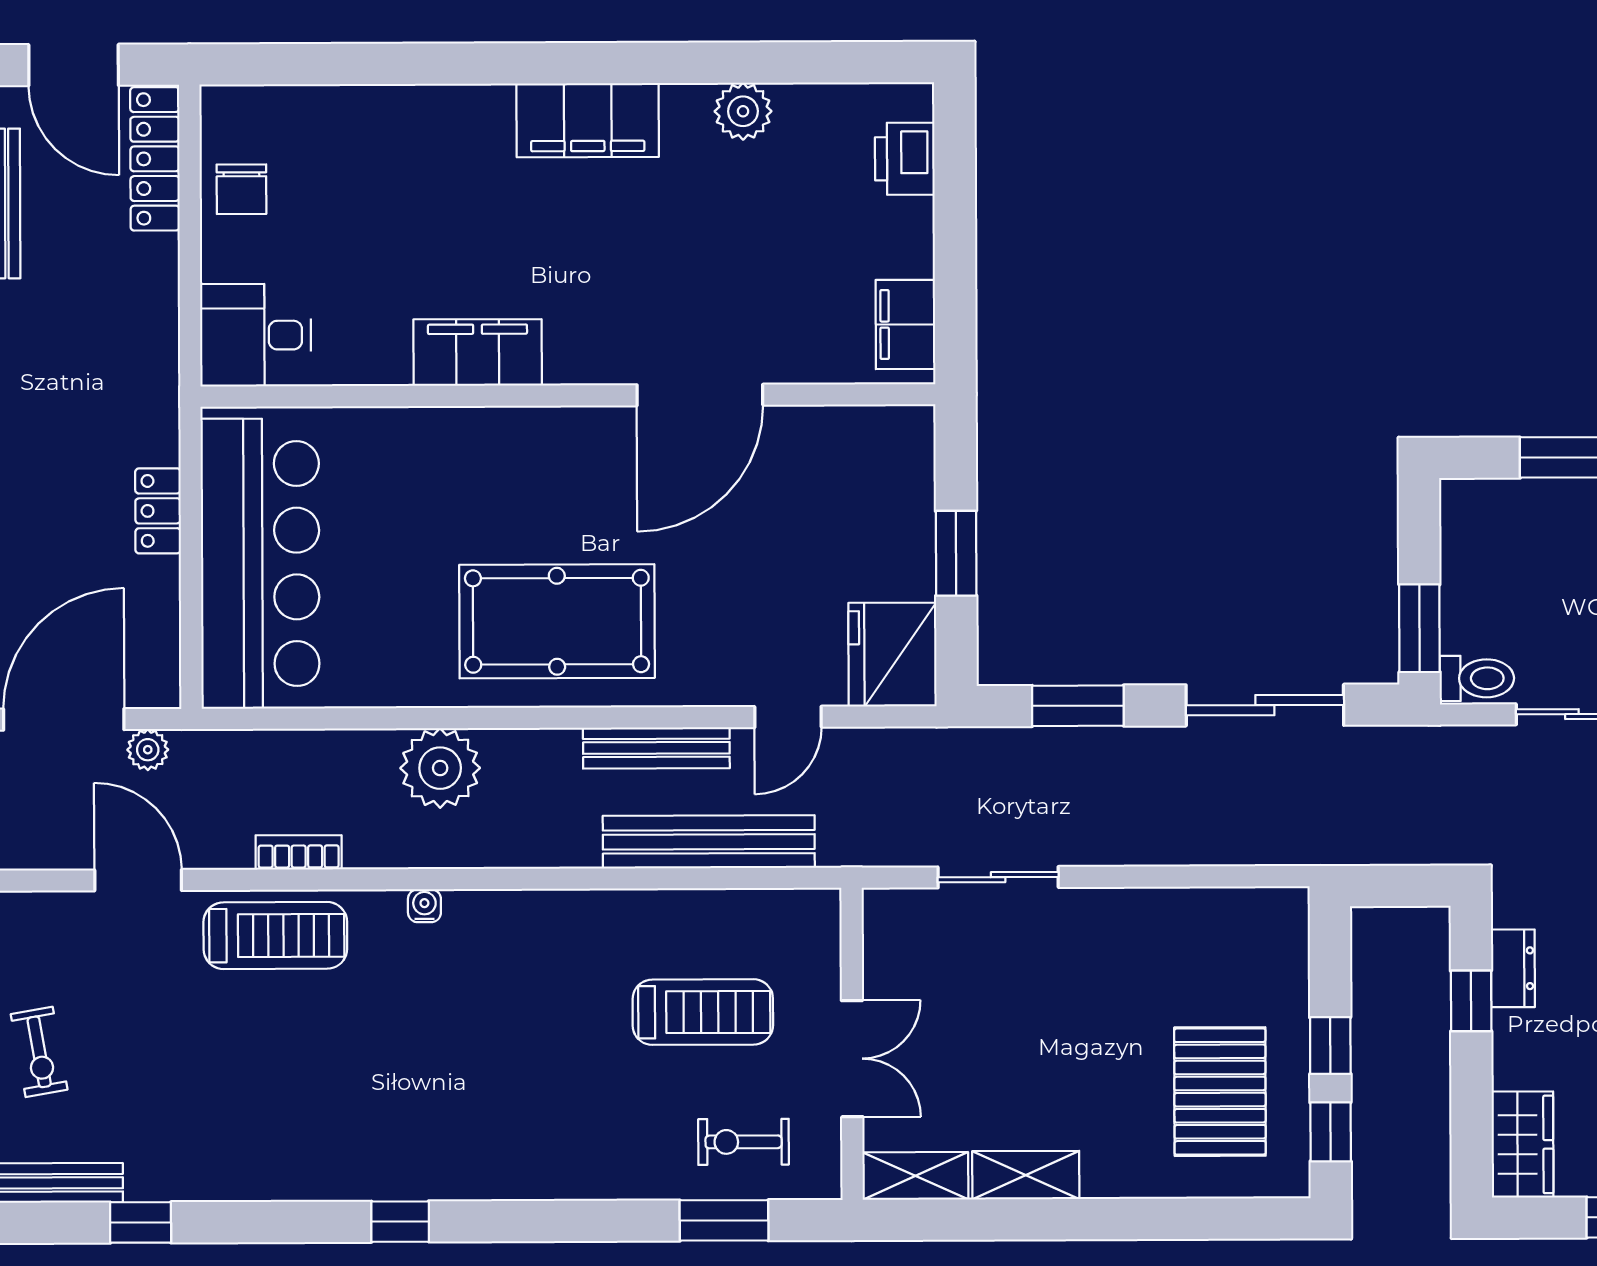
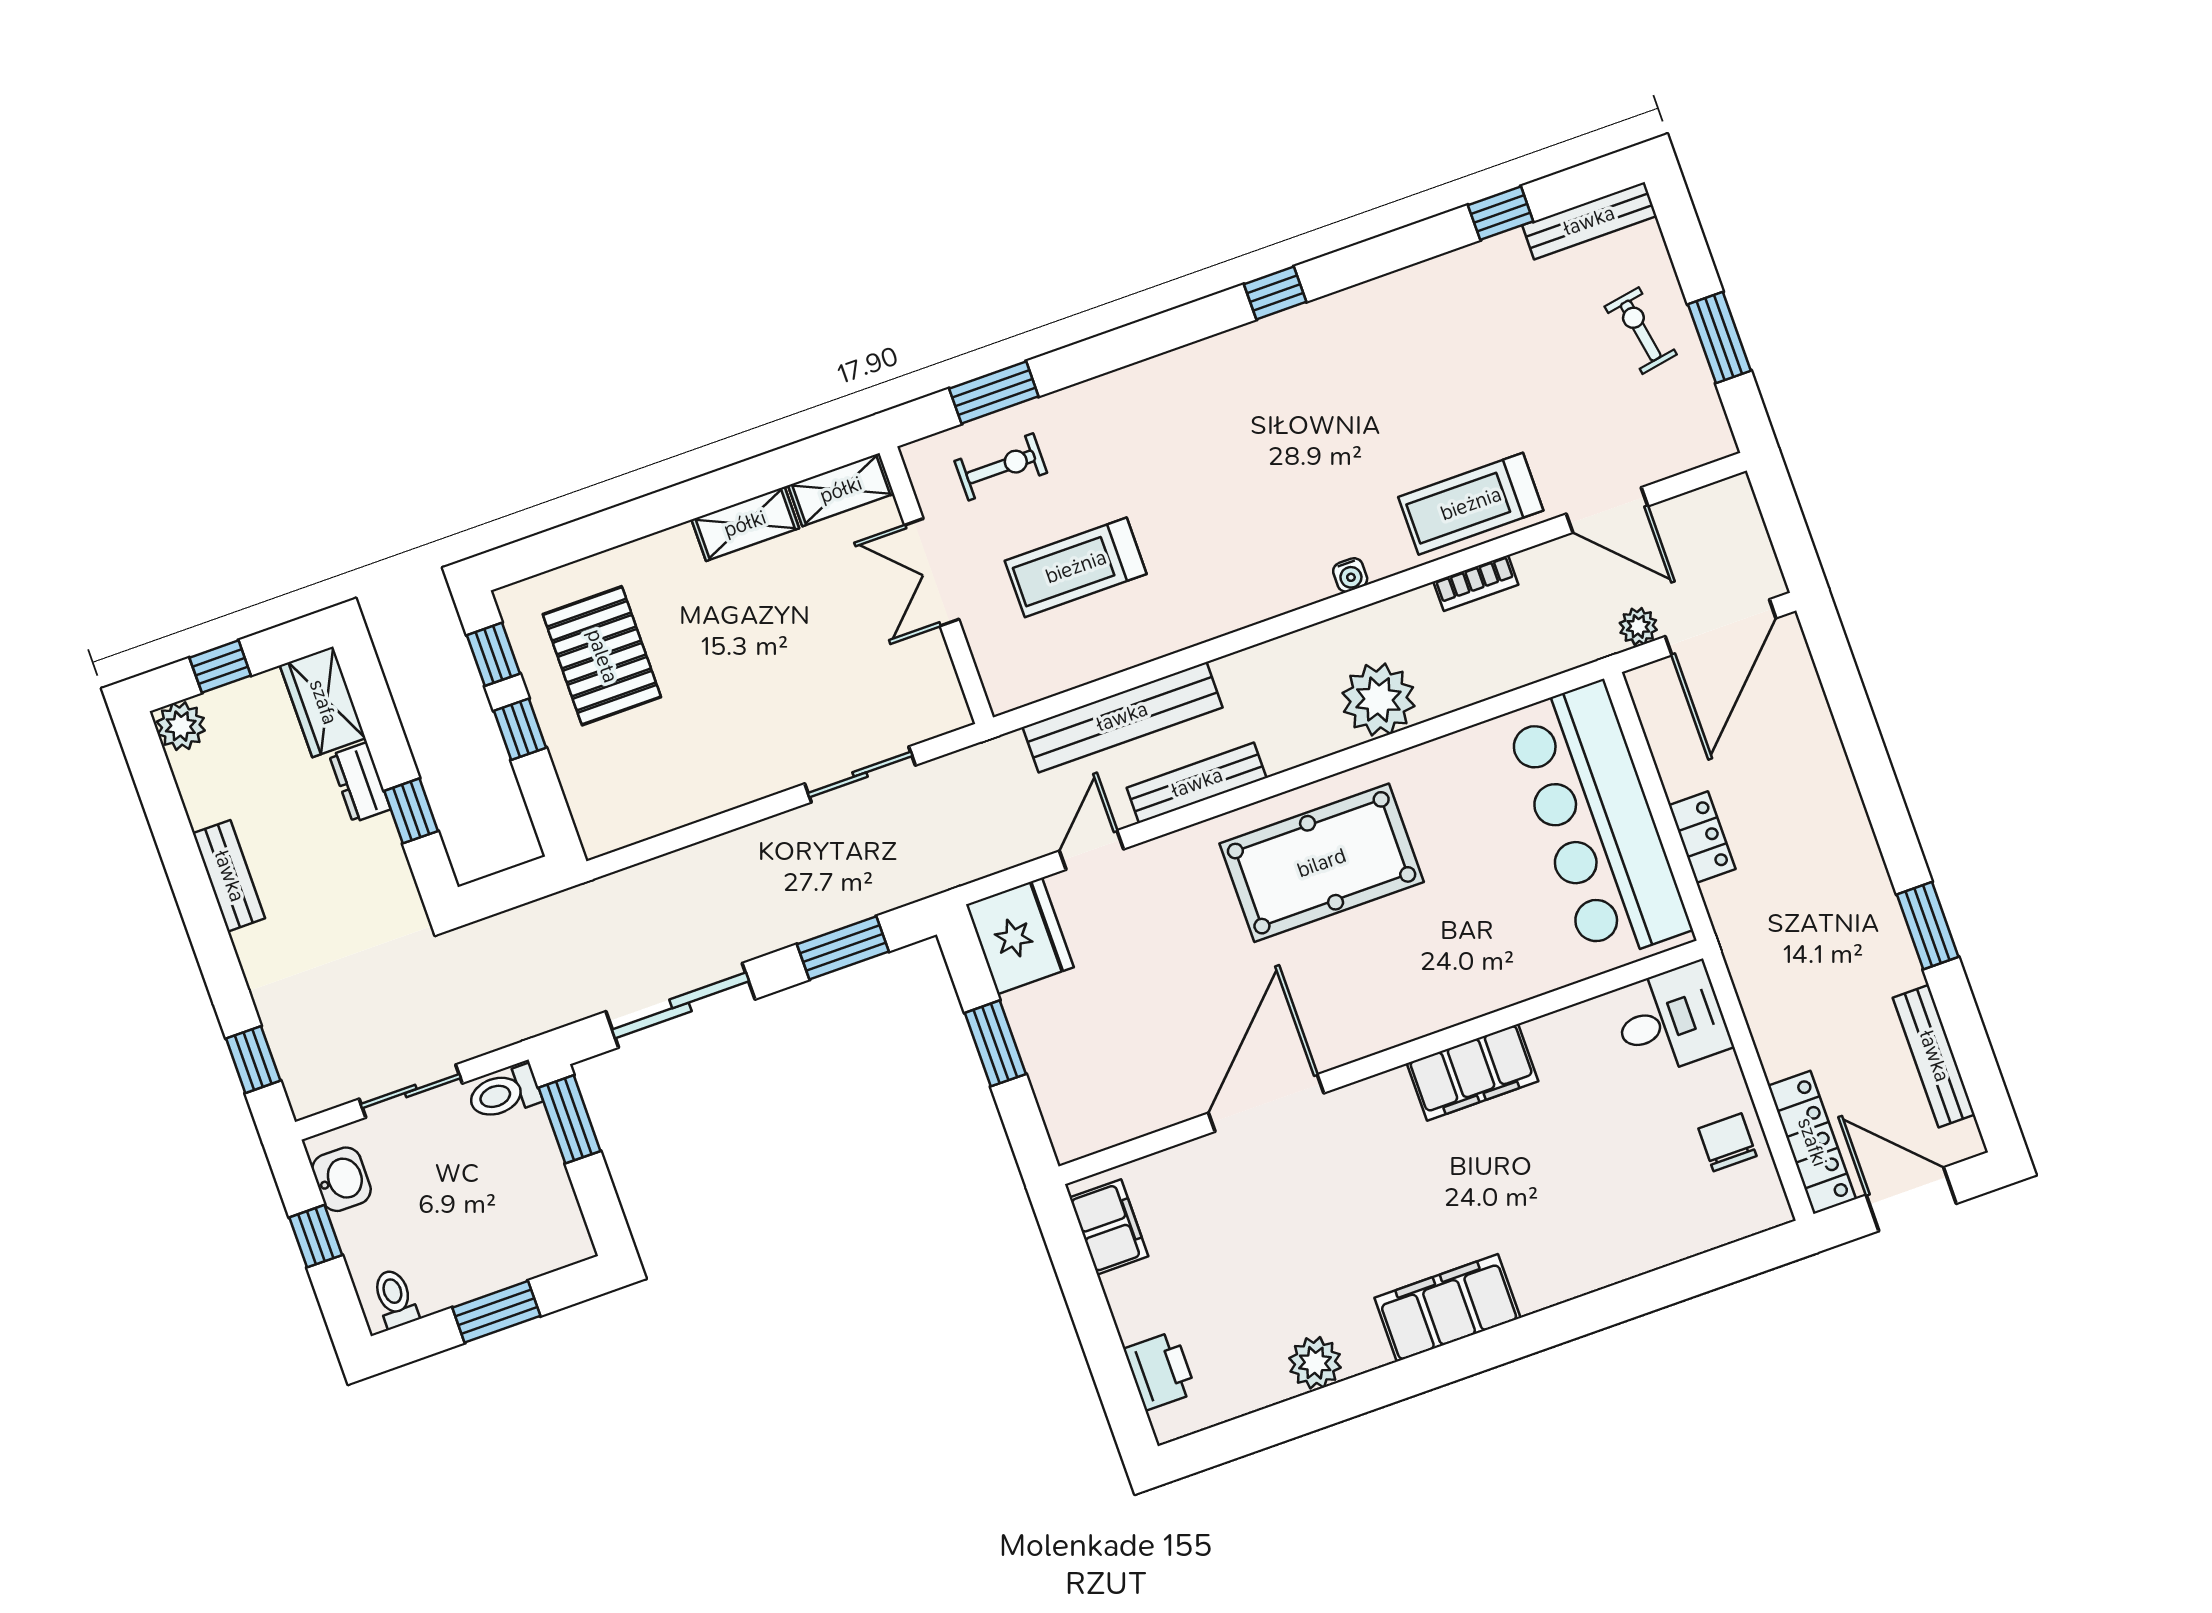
dresser: (1513, 968) -> (360, 782), moved

